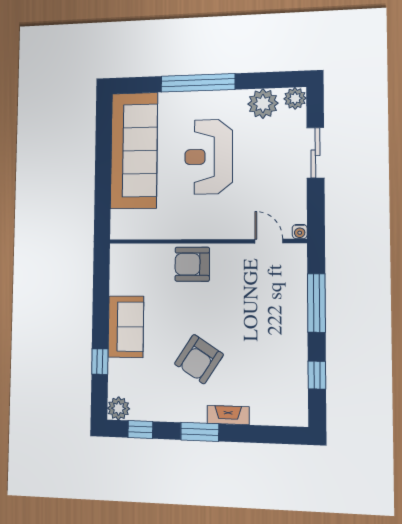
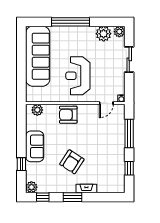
reception desk: (209, 157) -> (78, 76), moved
door: (269, 241) -> (106, 103), swing flipped
plant: (132, 255) -> (37, 110), added

